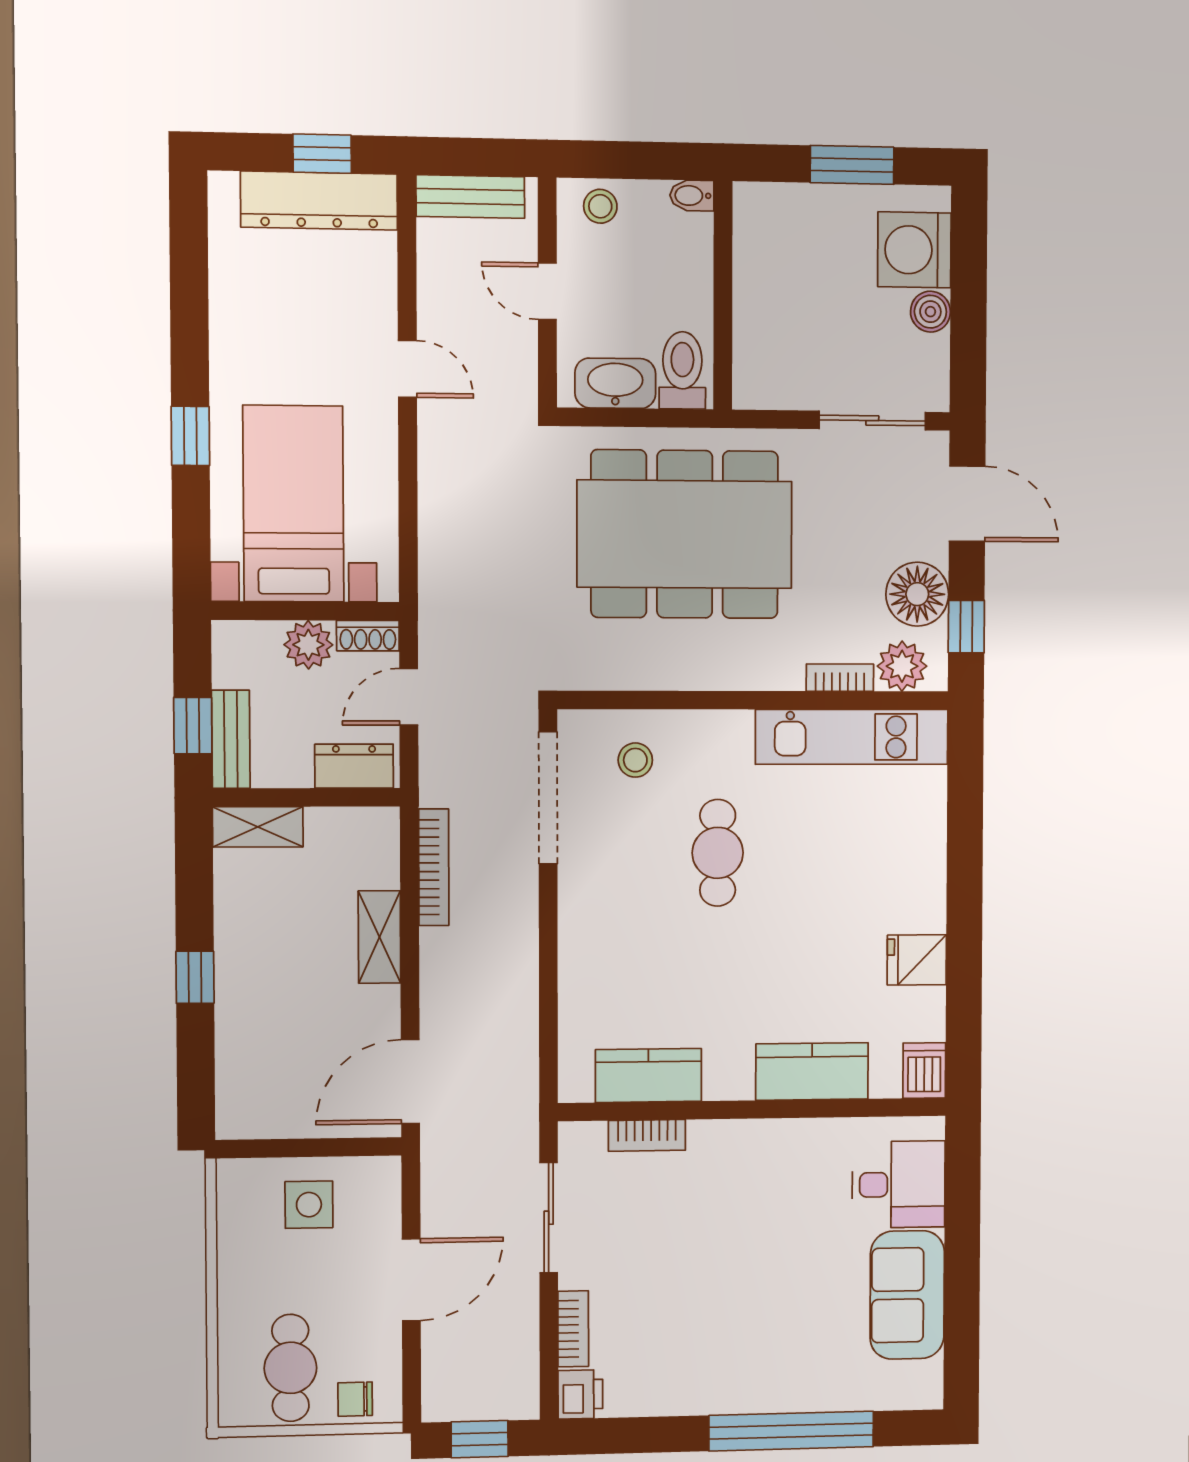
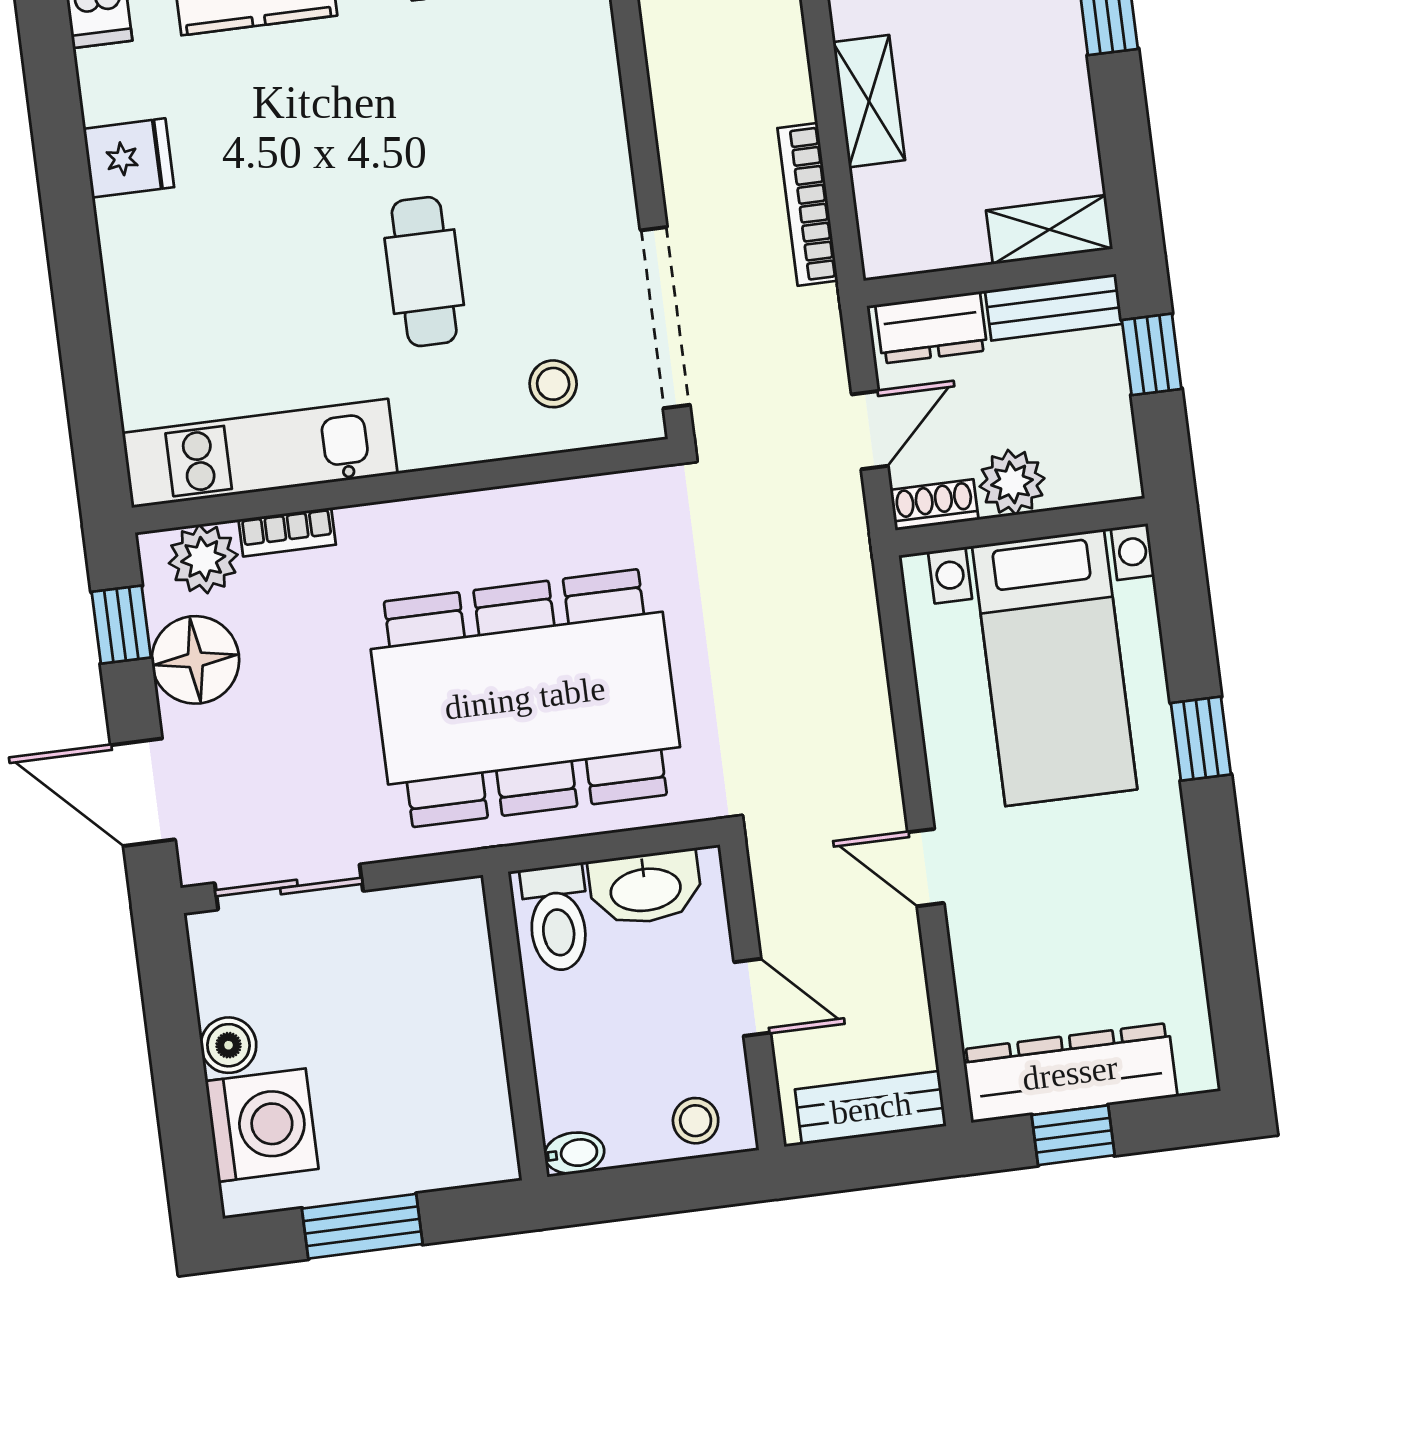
bench: (231, 739) -> (1054, 307), moved, turned 90

